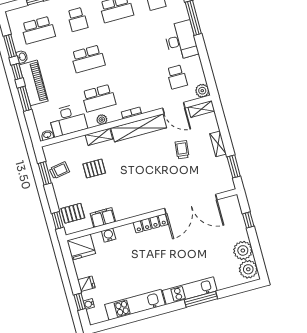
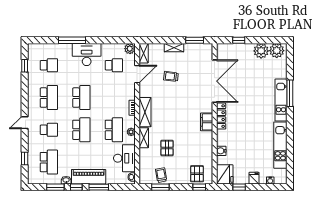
school desk: (127, 48) -> (81, 98), added
shelving: (139, 128) -> (145, 112), width x0.68
filing cabinet: (103, 218) -> (207, 122), moved
window: (80, 302) -> (239, 187), moved

